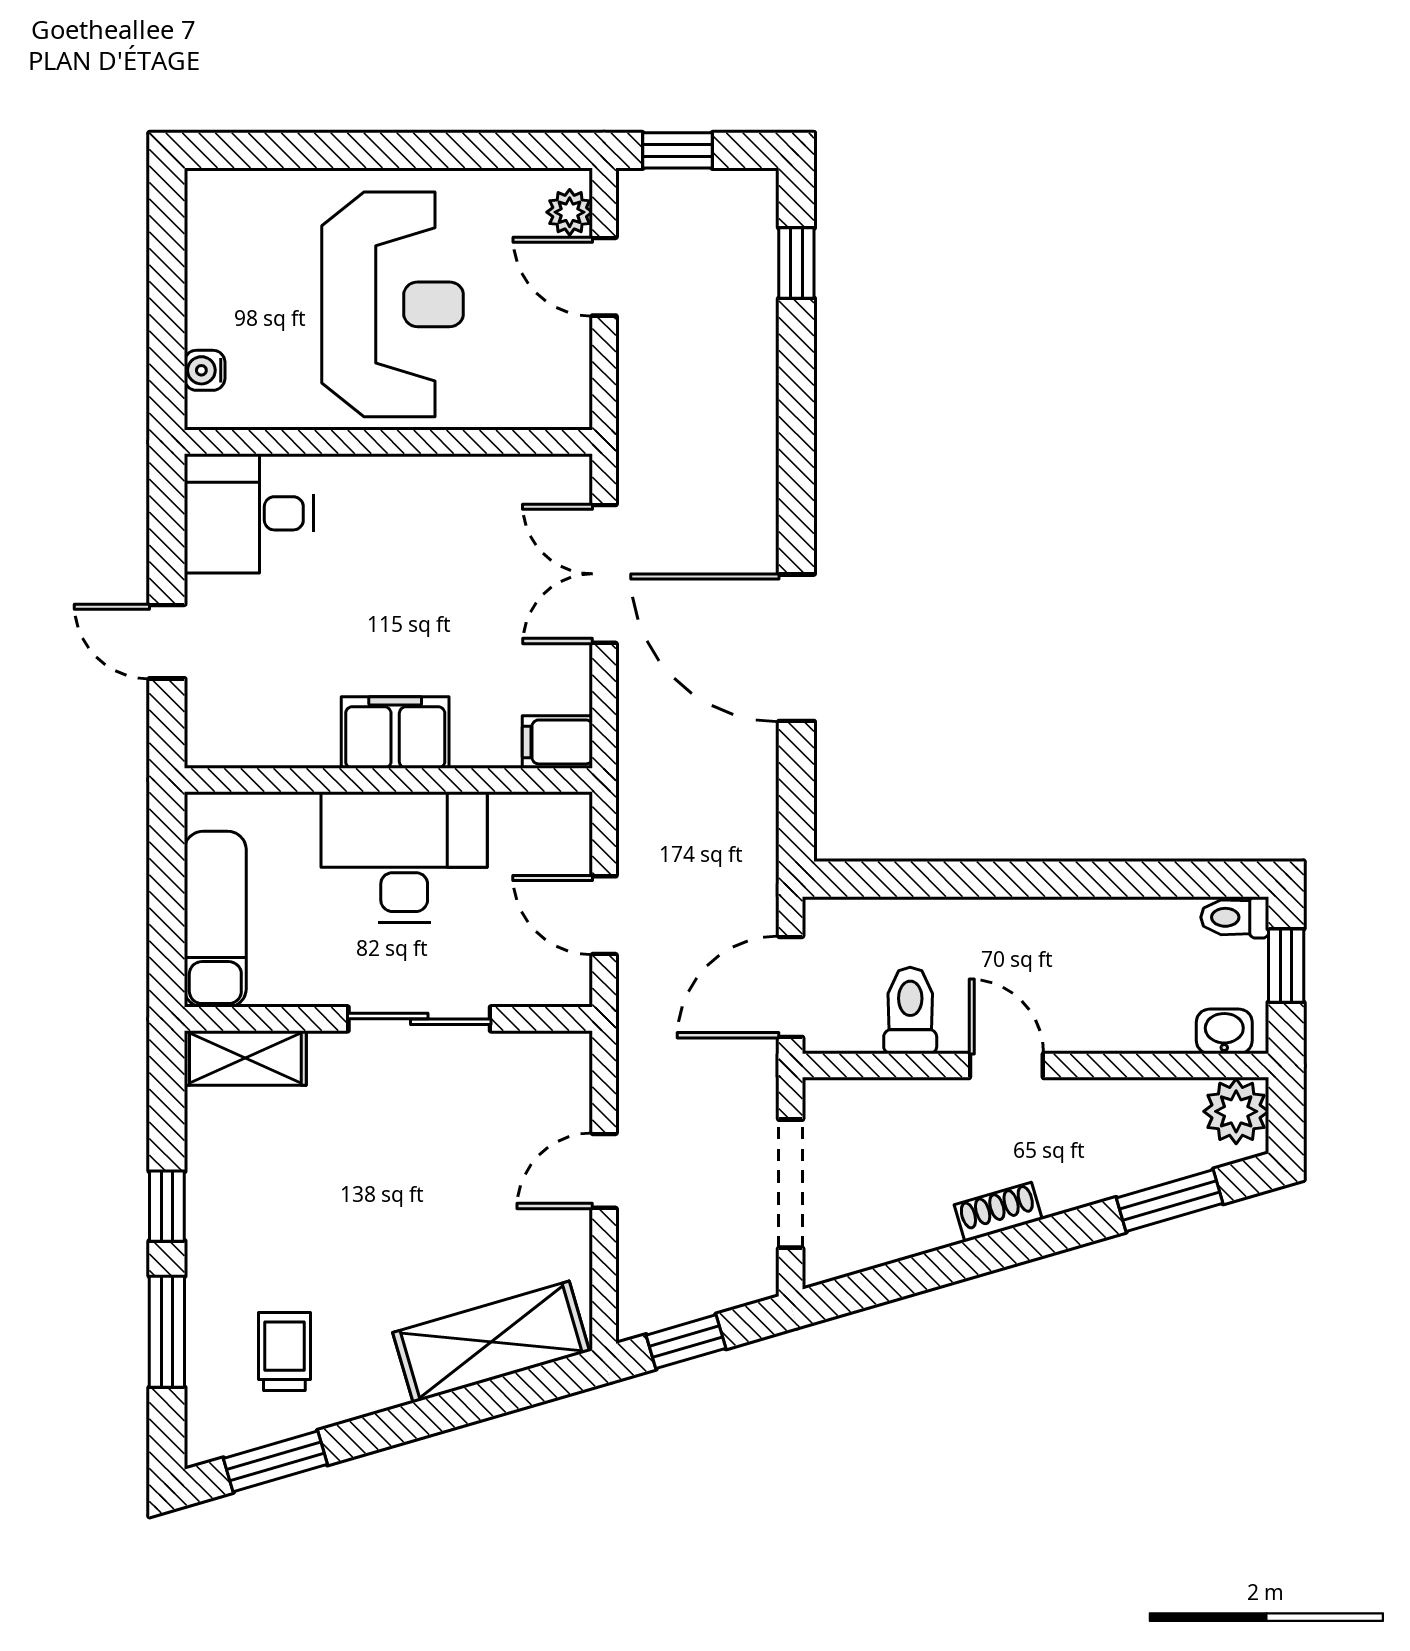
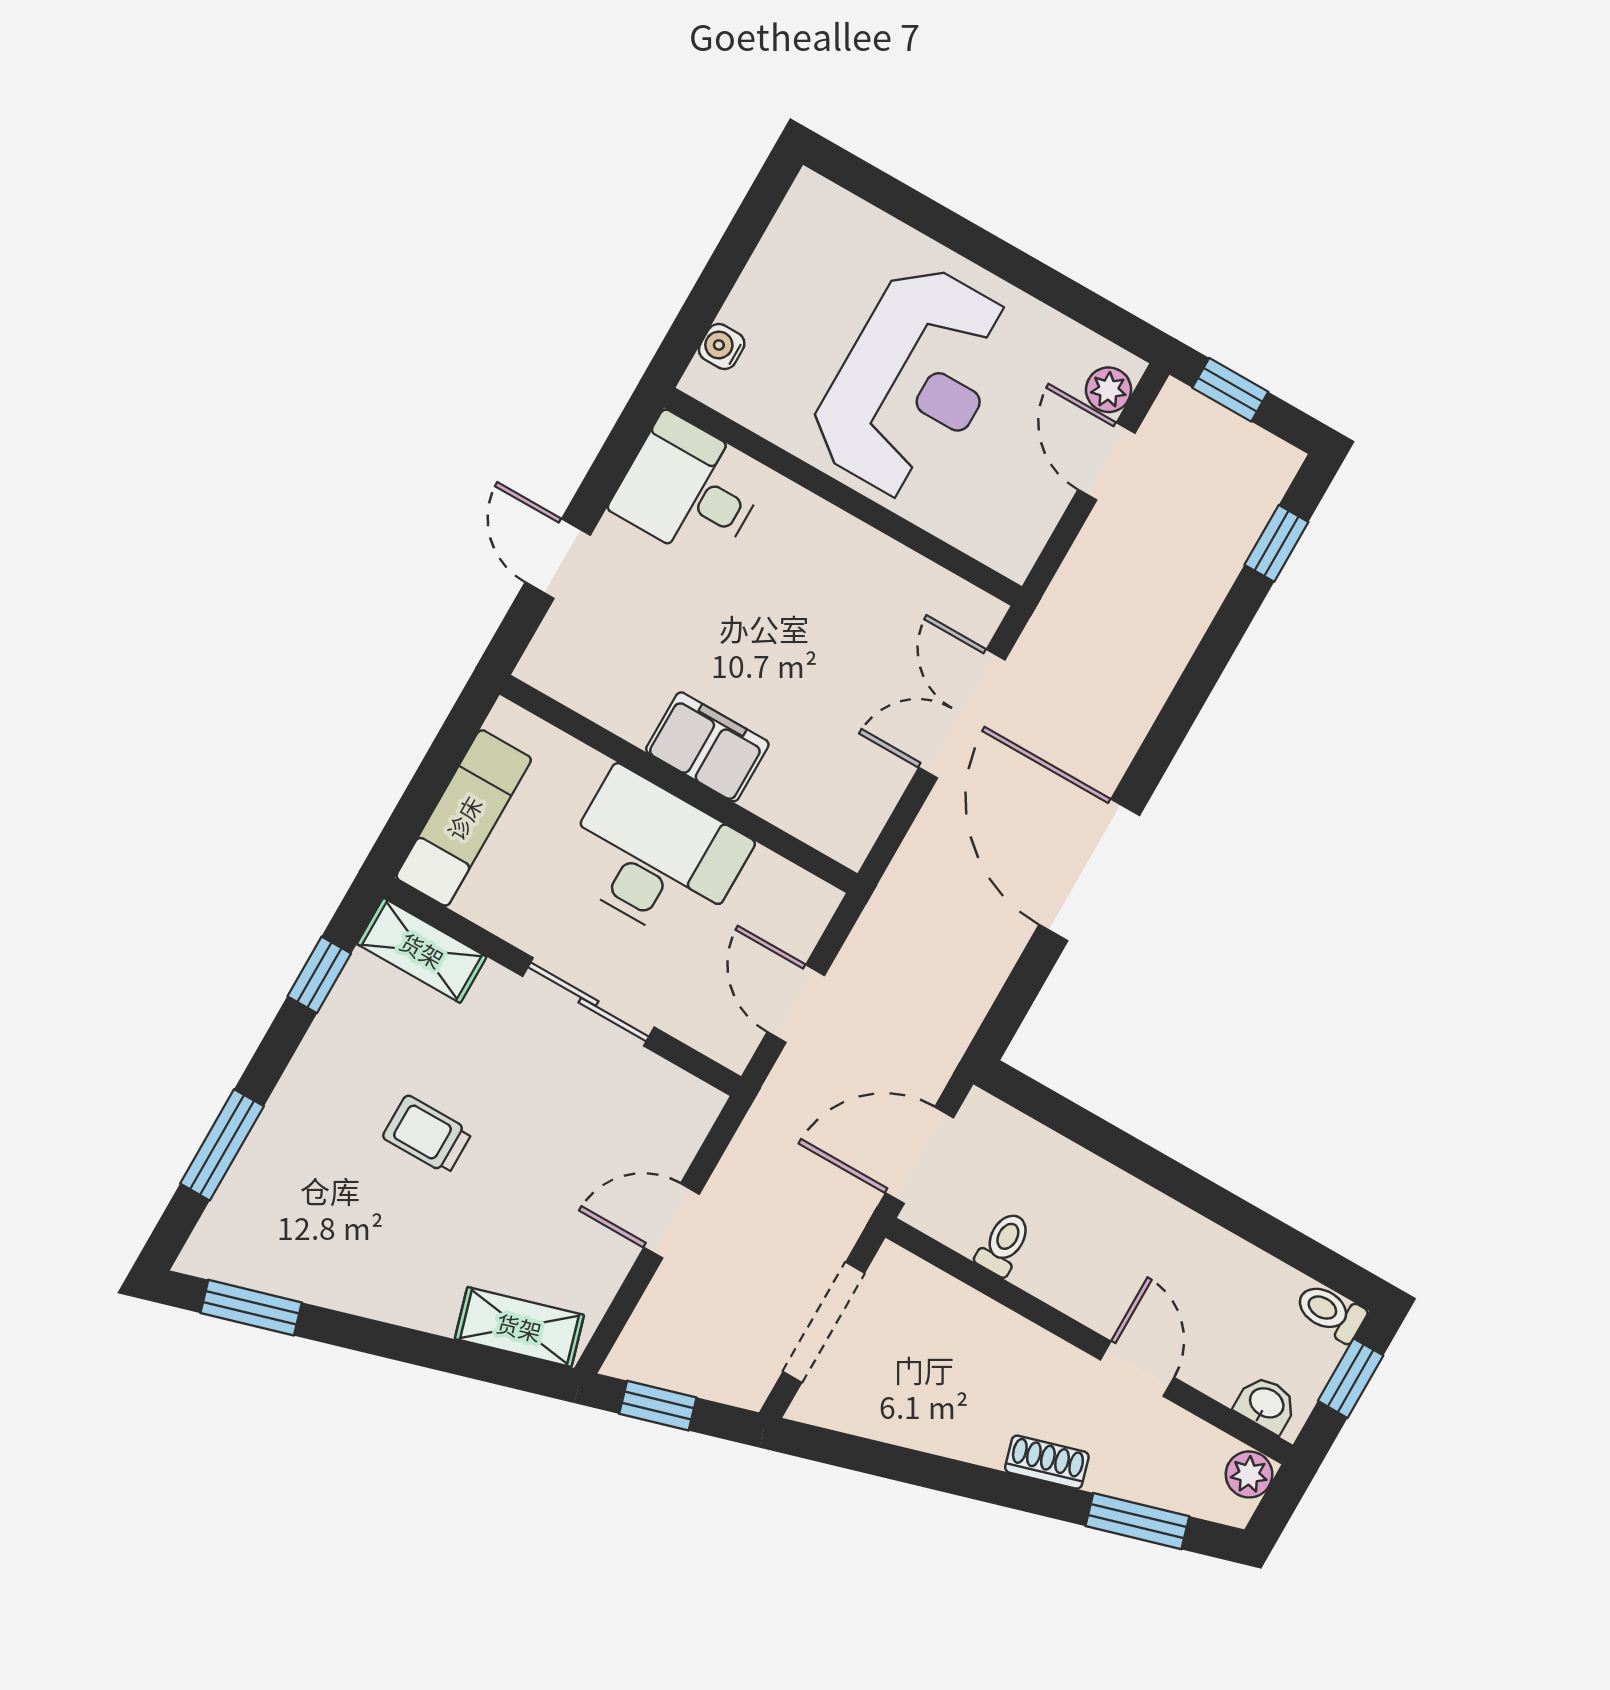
filing cabinet: (557, 742) -> (840, 834), removed
toilet: (910, 1011) -> (1004, 1244), width x0.73, depth x0.72
door: (1006, 1066) -> (1137, 1369), moved
plant: (1236, 1111) -> (1249, 1474), width x0.73, depth x0.73
window: (167, 1206) -> (319, 975), moved
shoe rack: (998, 1212) -> (1047, 1462), moved
shelving: (491, 1342) -> (519, 1327), width x0.67, depth x0.75
trolley: (284, 1352) -> (427, 1135), moved, turned -90

